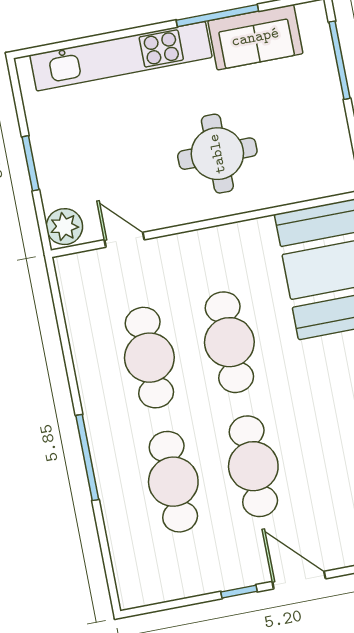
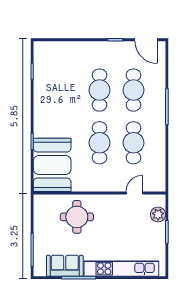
round table: (217, 154) -> (77, 217), moved
plant: (64, 227) -> (158, 215), moved
door: (124, 240) -> (134, 193), swing flipped
door: (299, 580) -> (146, 40), moved

